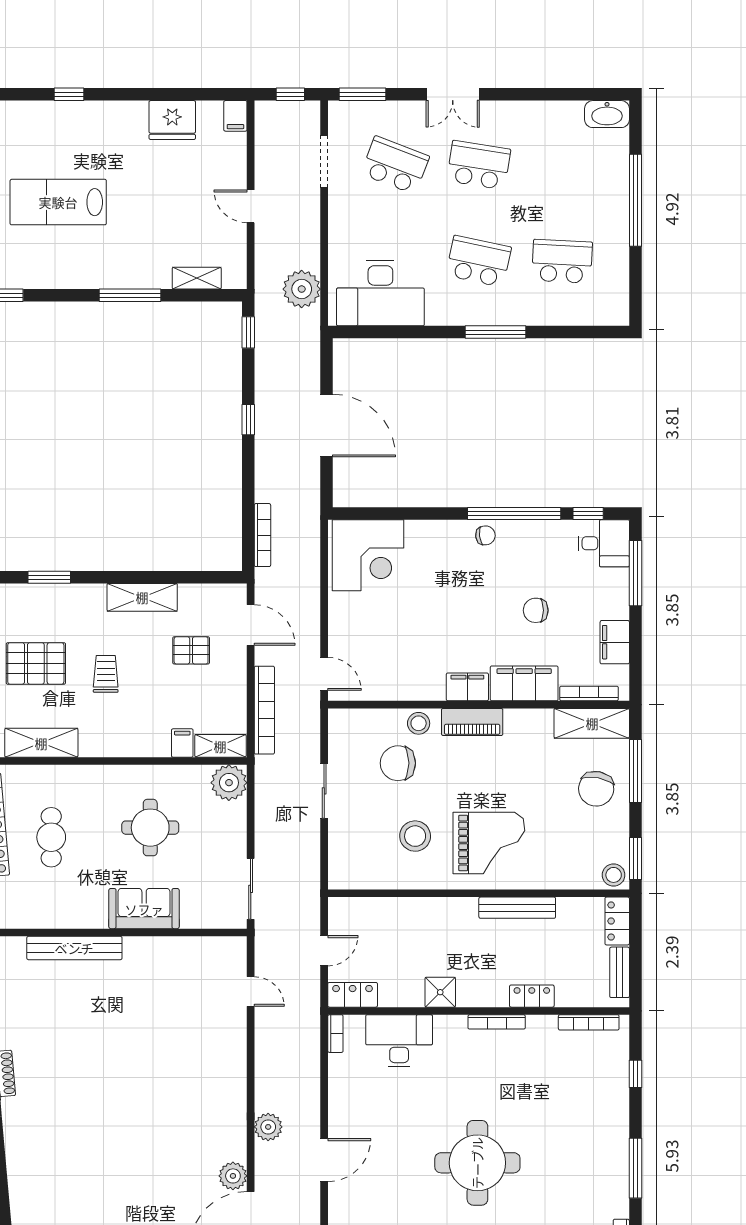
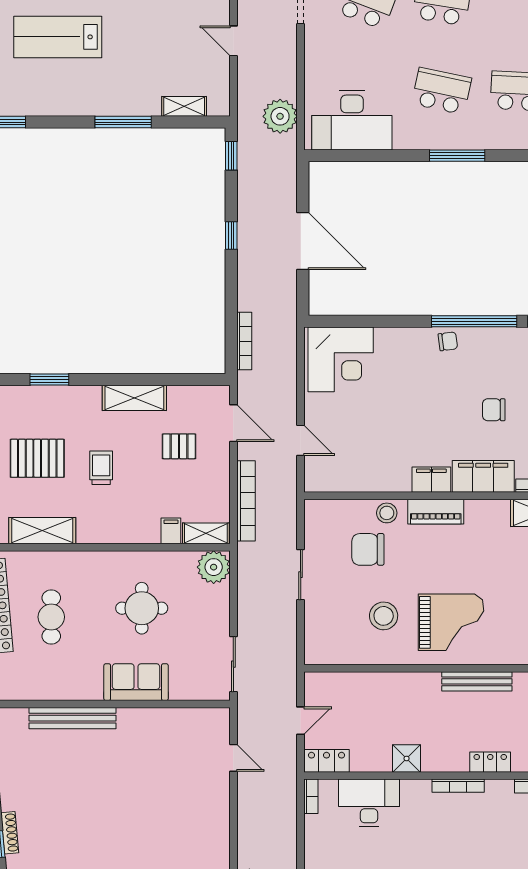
door: (324, 674) -> (301, 440), moved

